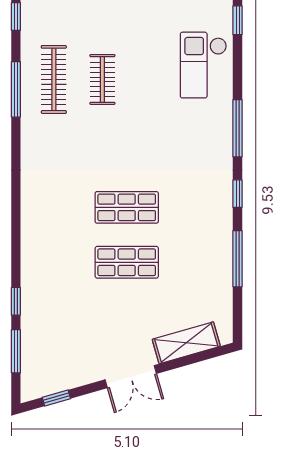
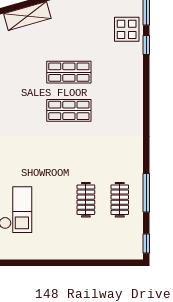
clothes rail: (54, 79) -> (120, 200), width x0.73
display table: (44, 324) -> (127, 29), added

